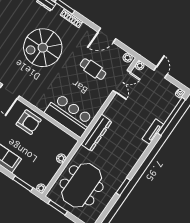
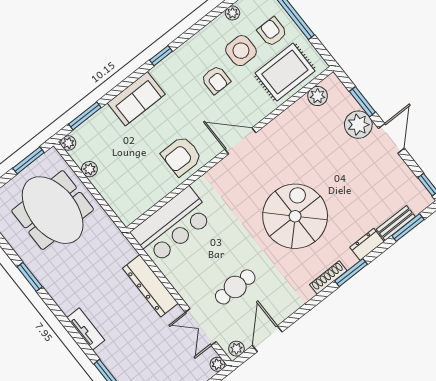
door: (107, 35) -> (267, 339), moved
tv unit: (153, 132) -> (86, 329), moved
dresser: (96, 133) -> (150, 286), moved
plant: (61, 158) -> (89, 169), moved

